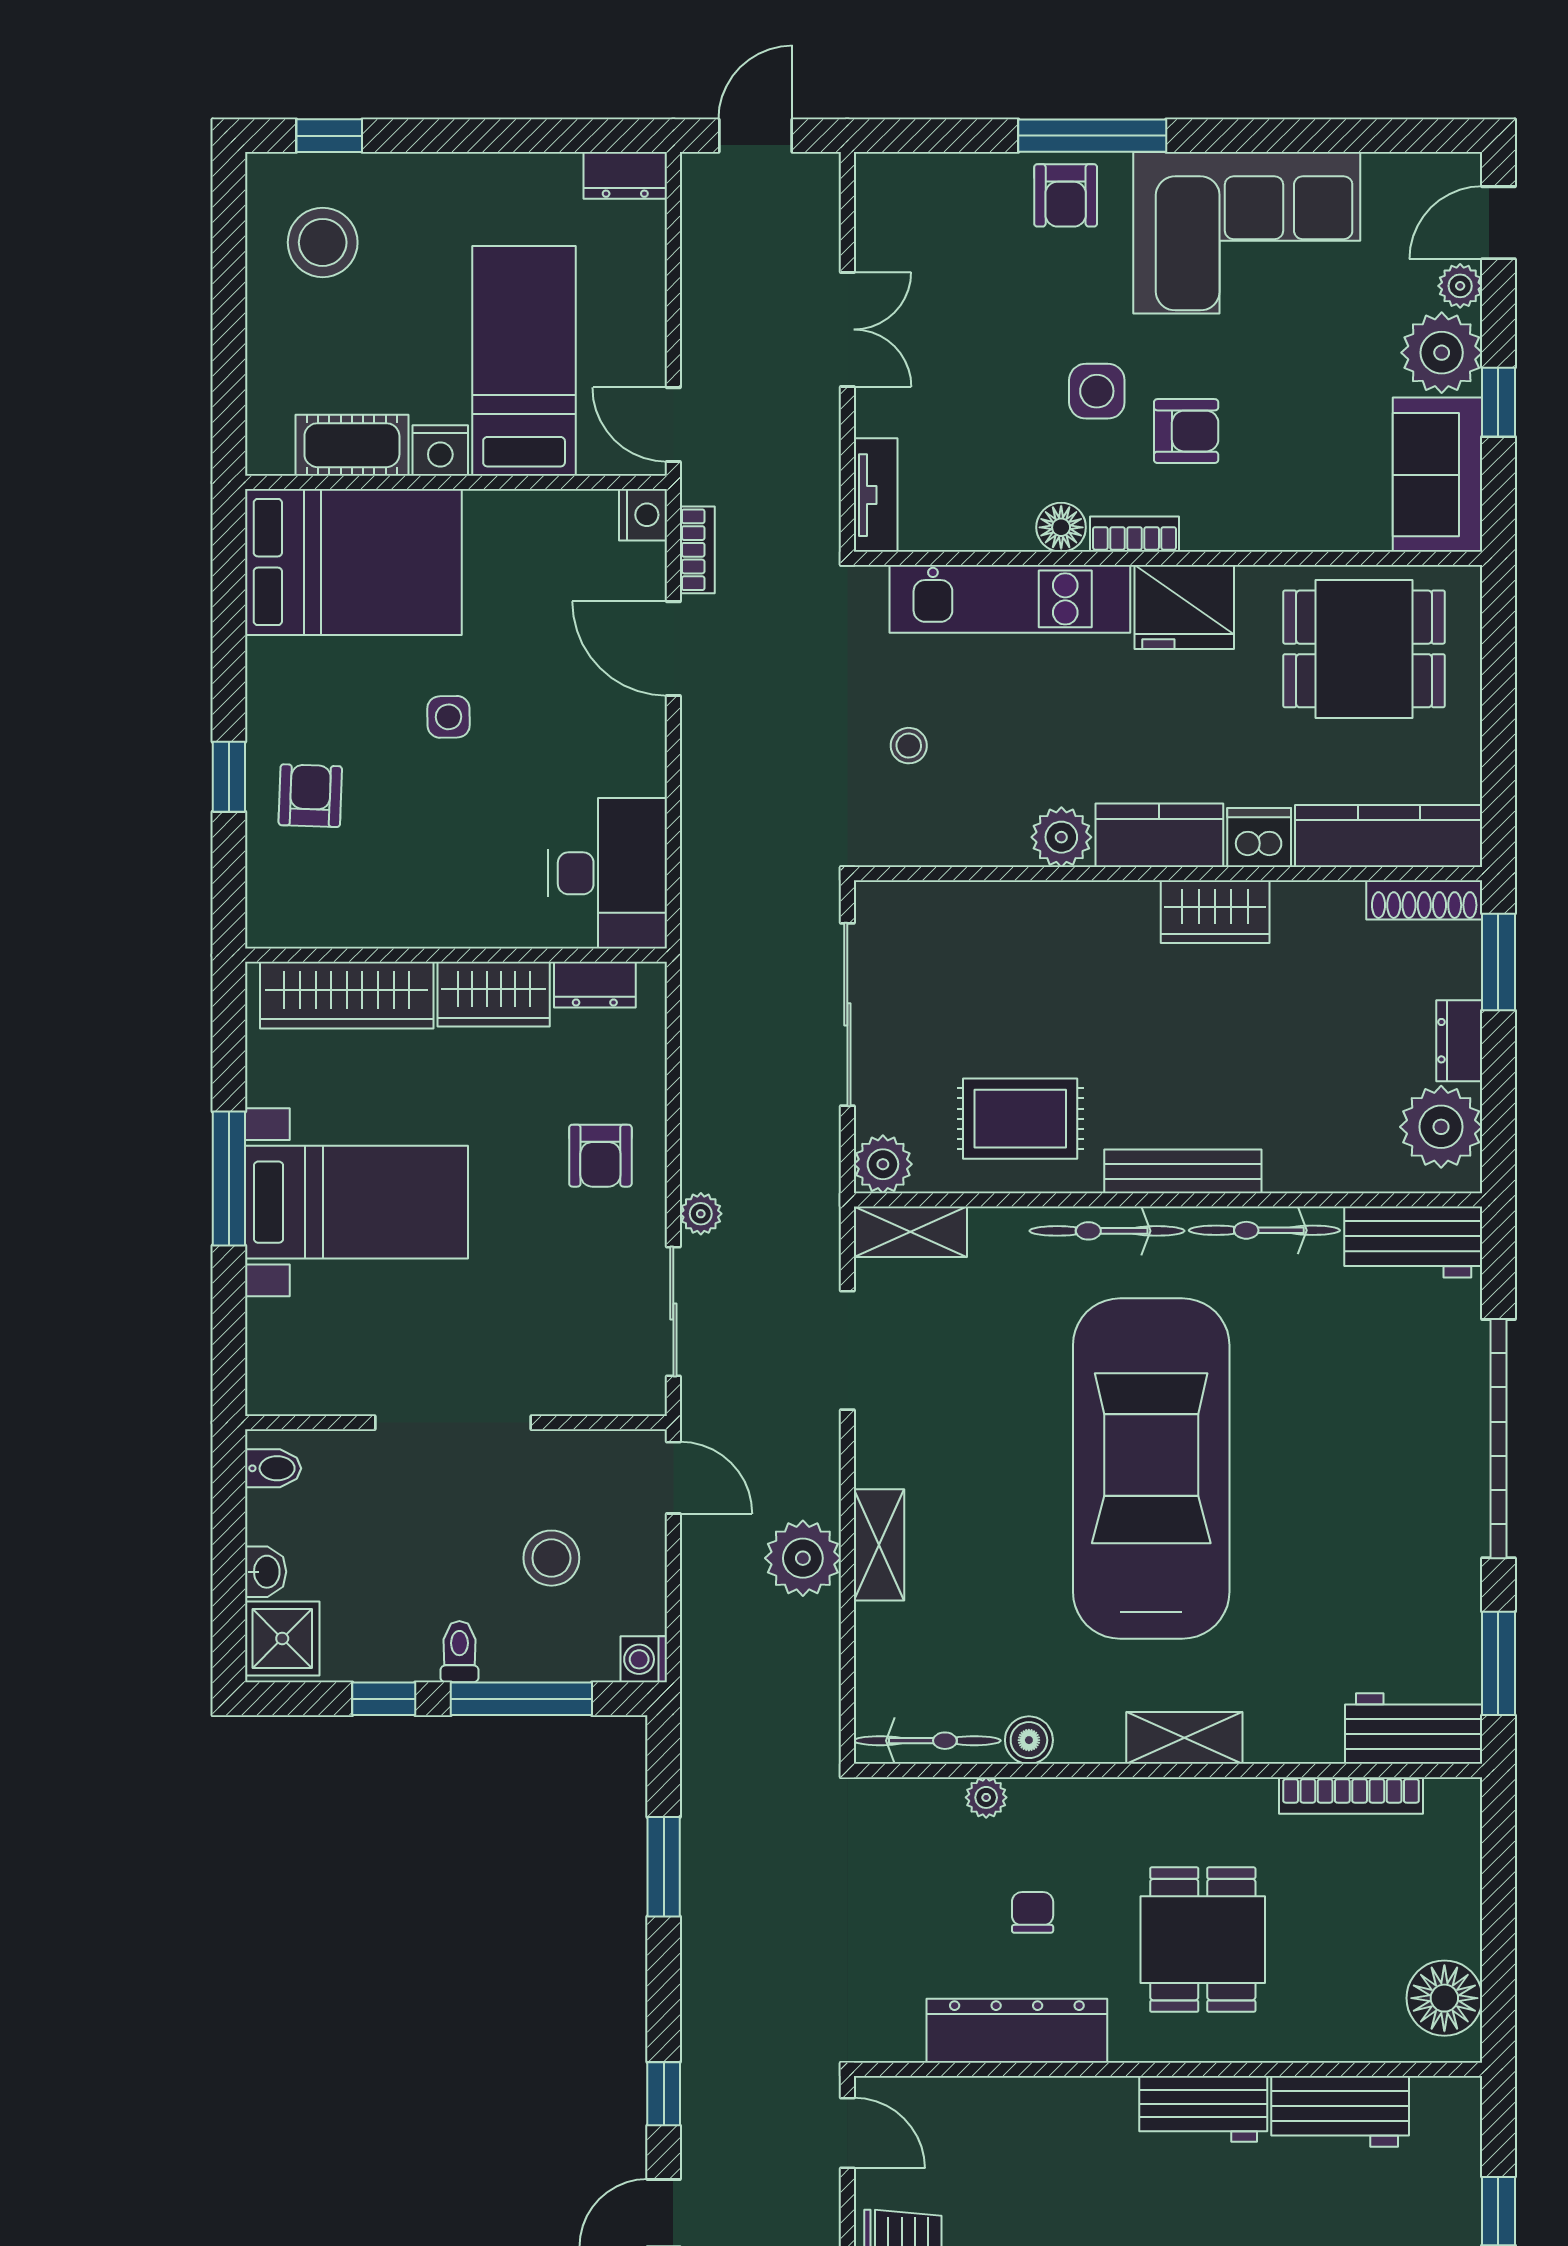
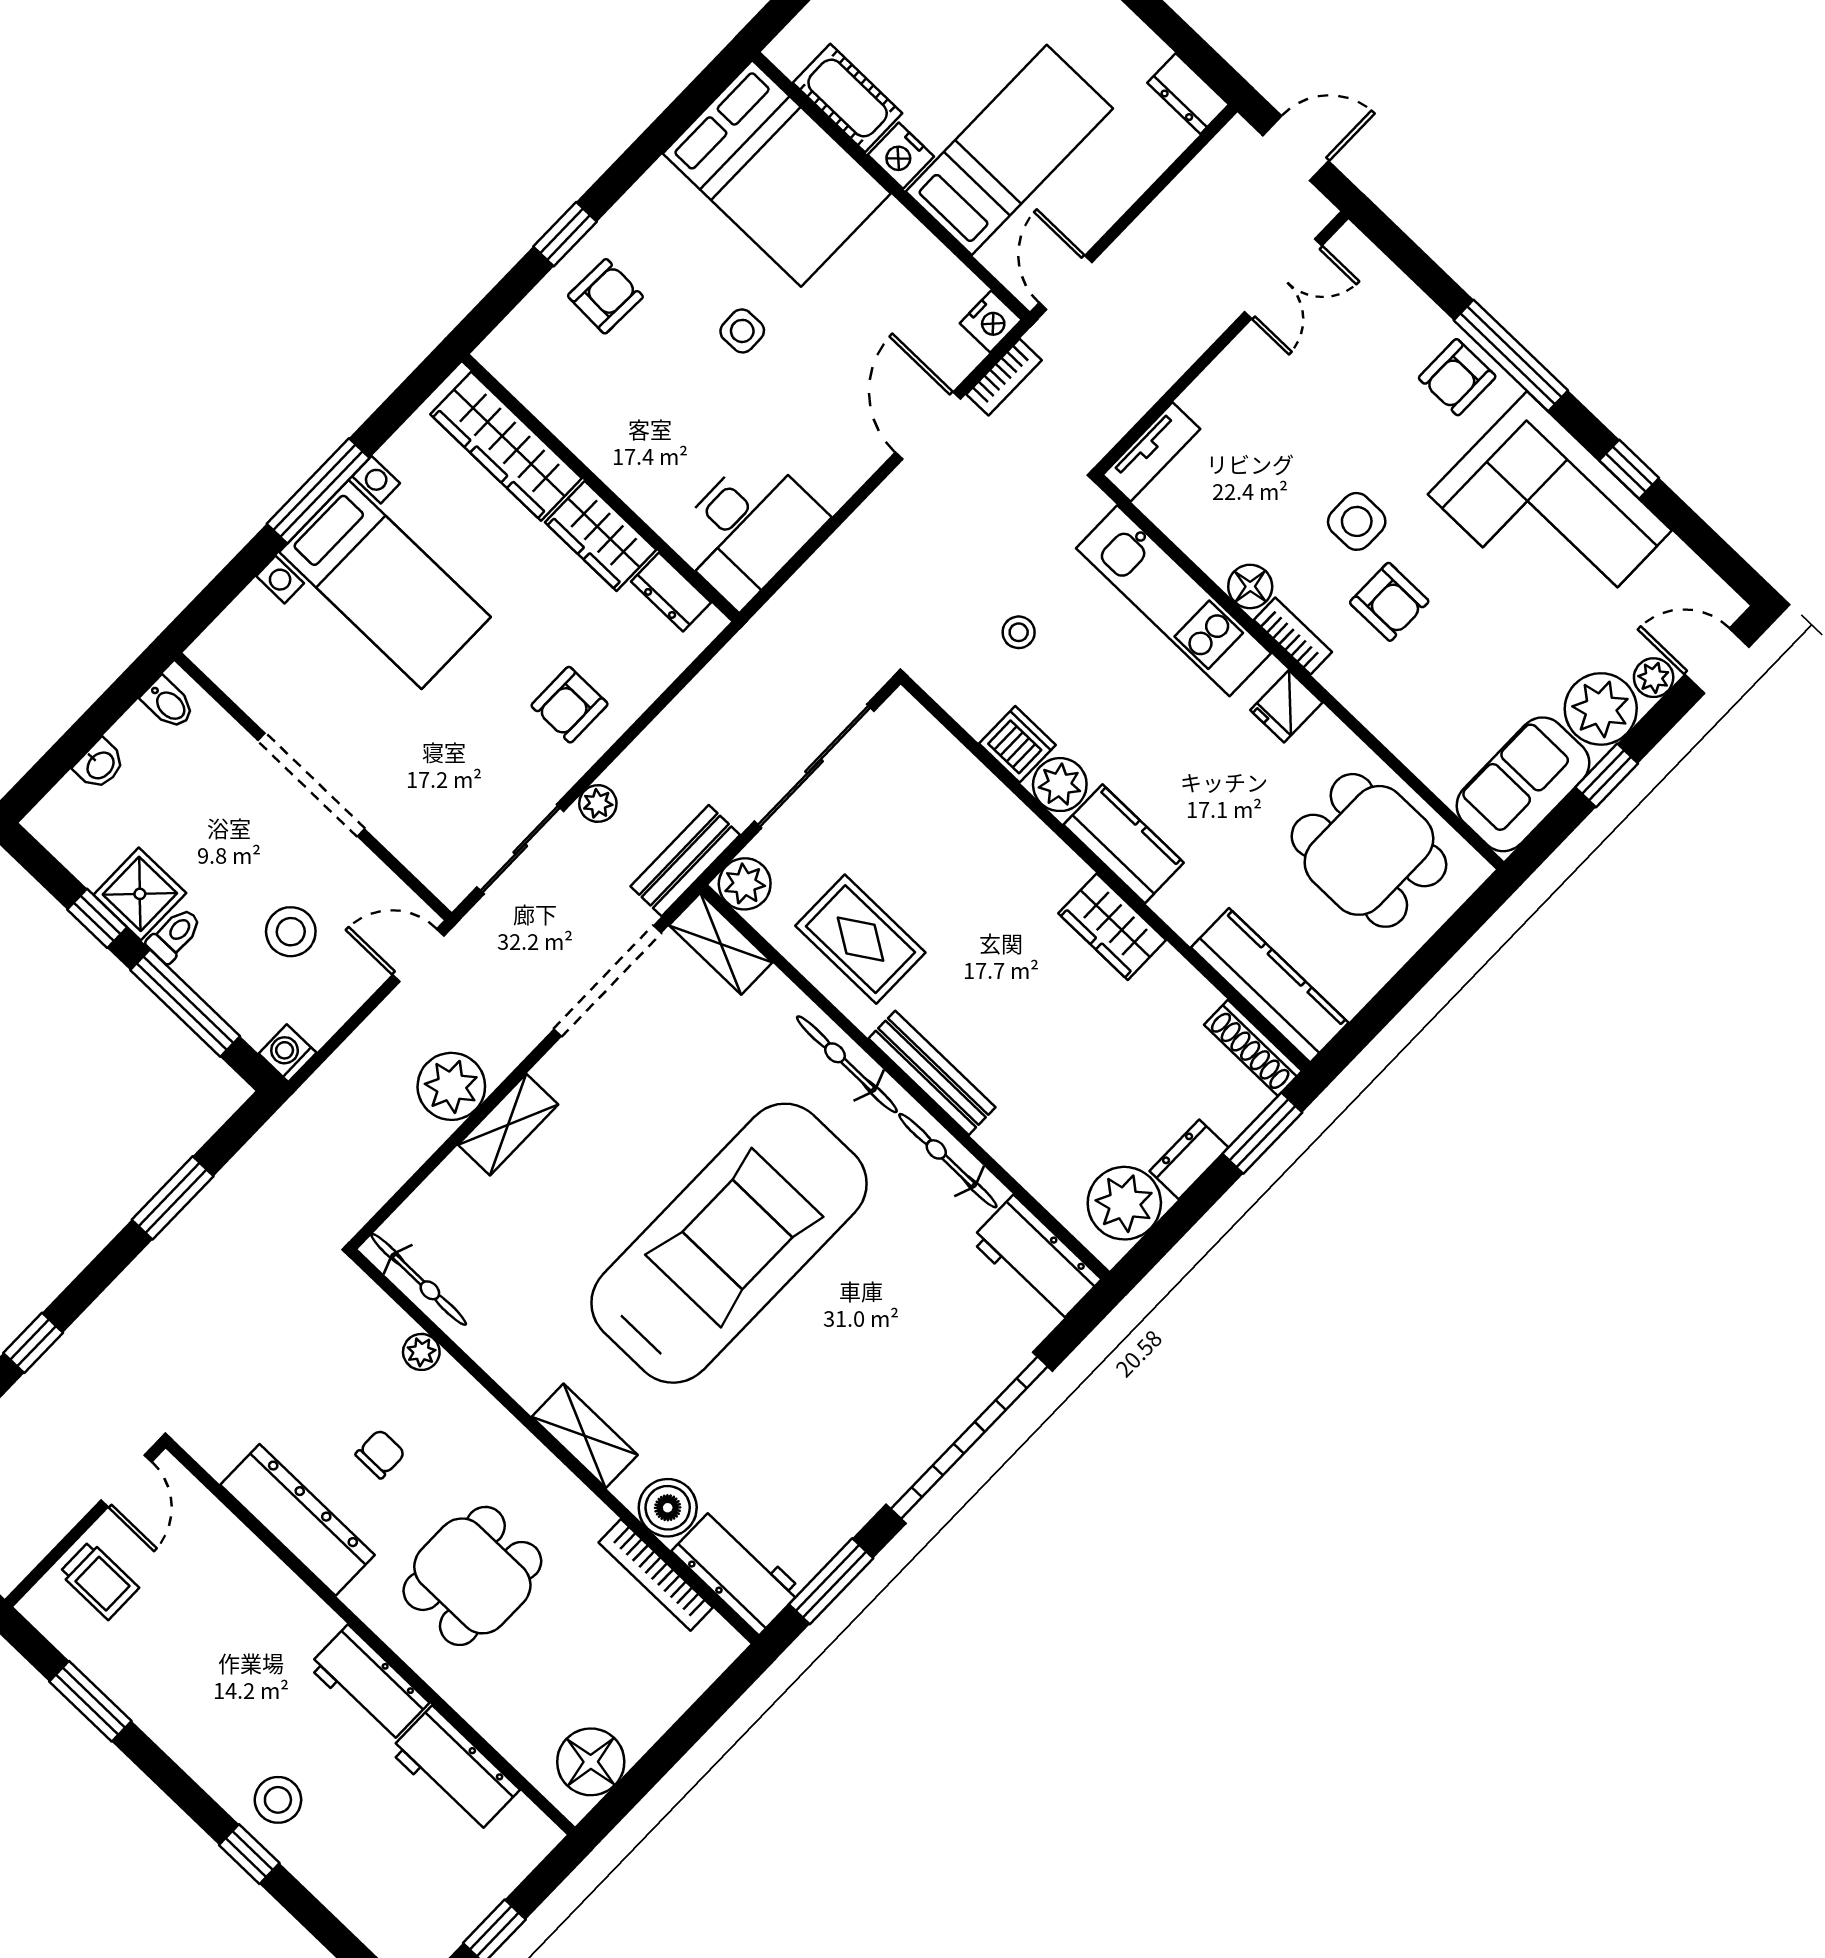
window: (1277, 136) -> (1629, 469), added
double door: (847, 329) -> (1283, 279), moved
fridge: (1184, 607) -> (1286, 706), width x0.53, depth x0.75
dishwasher: (1259, 838) -> (1017, 744), moved
bench: (816, 1192) -> (685, 861), added
doorway: (847, 1350) -> (608, 981), width x1.36
door: (673, 1478) -> (418, 955), swing flipped
shower: (282, 1638) -> (140, 894), moved
boiler: (1029, 1740) -> (668, 1508), moved, width x1.36, depth x1.36

